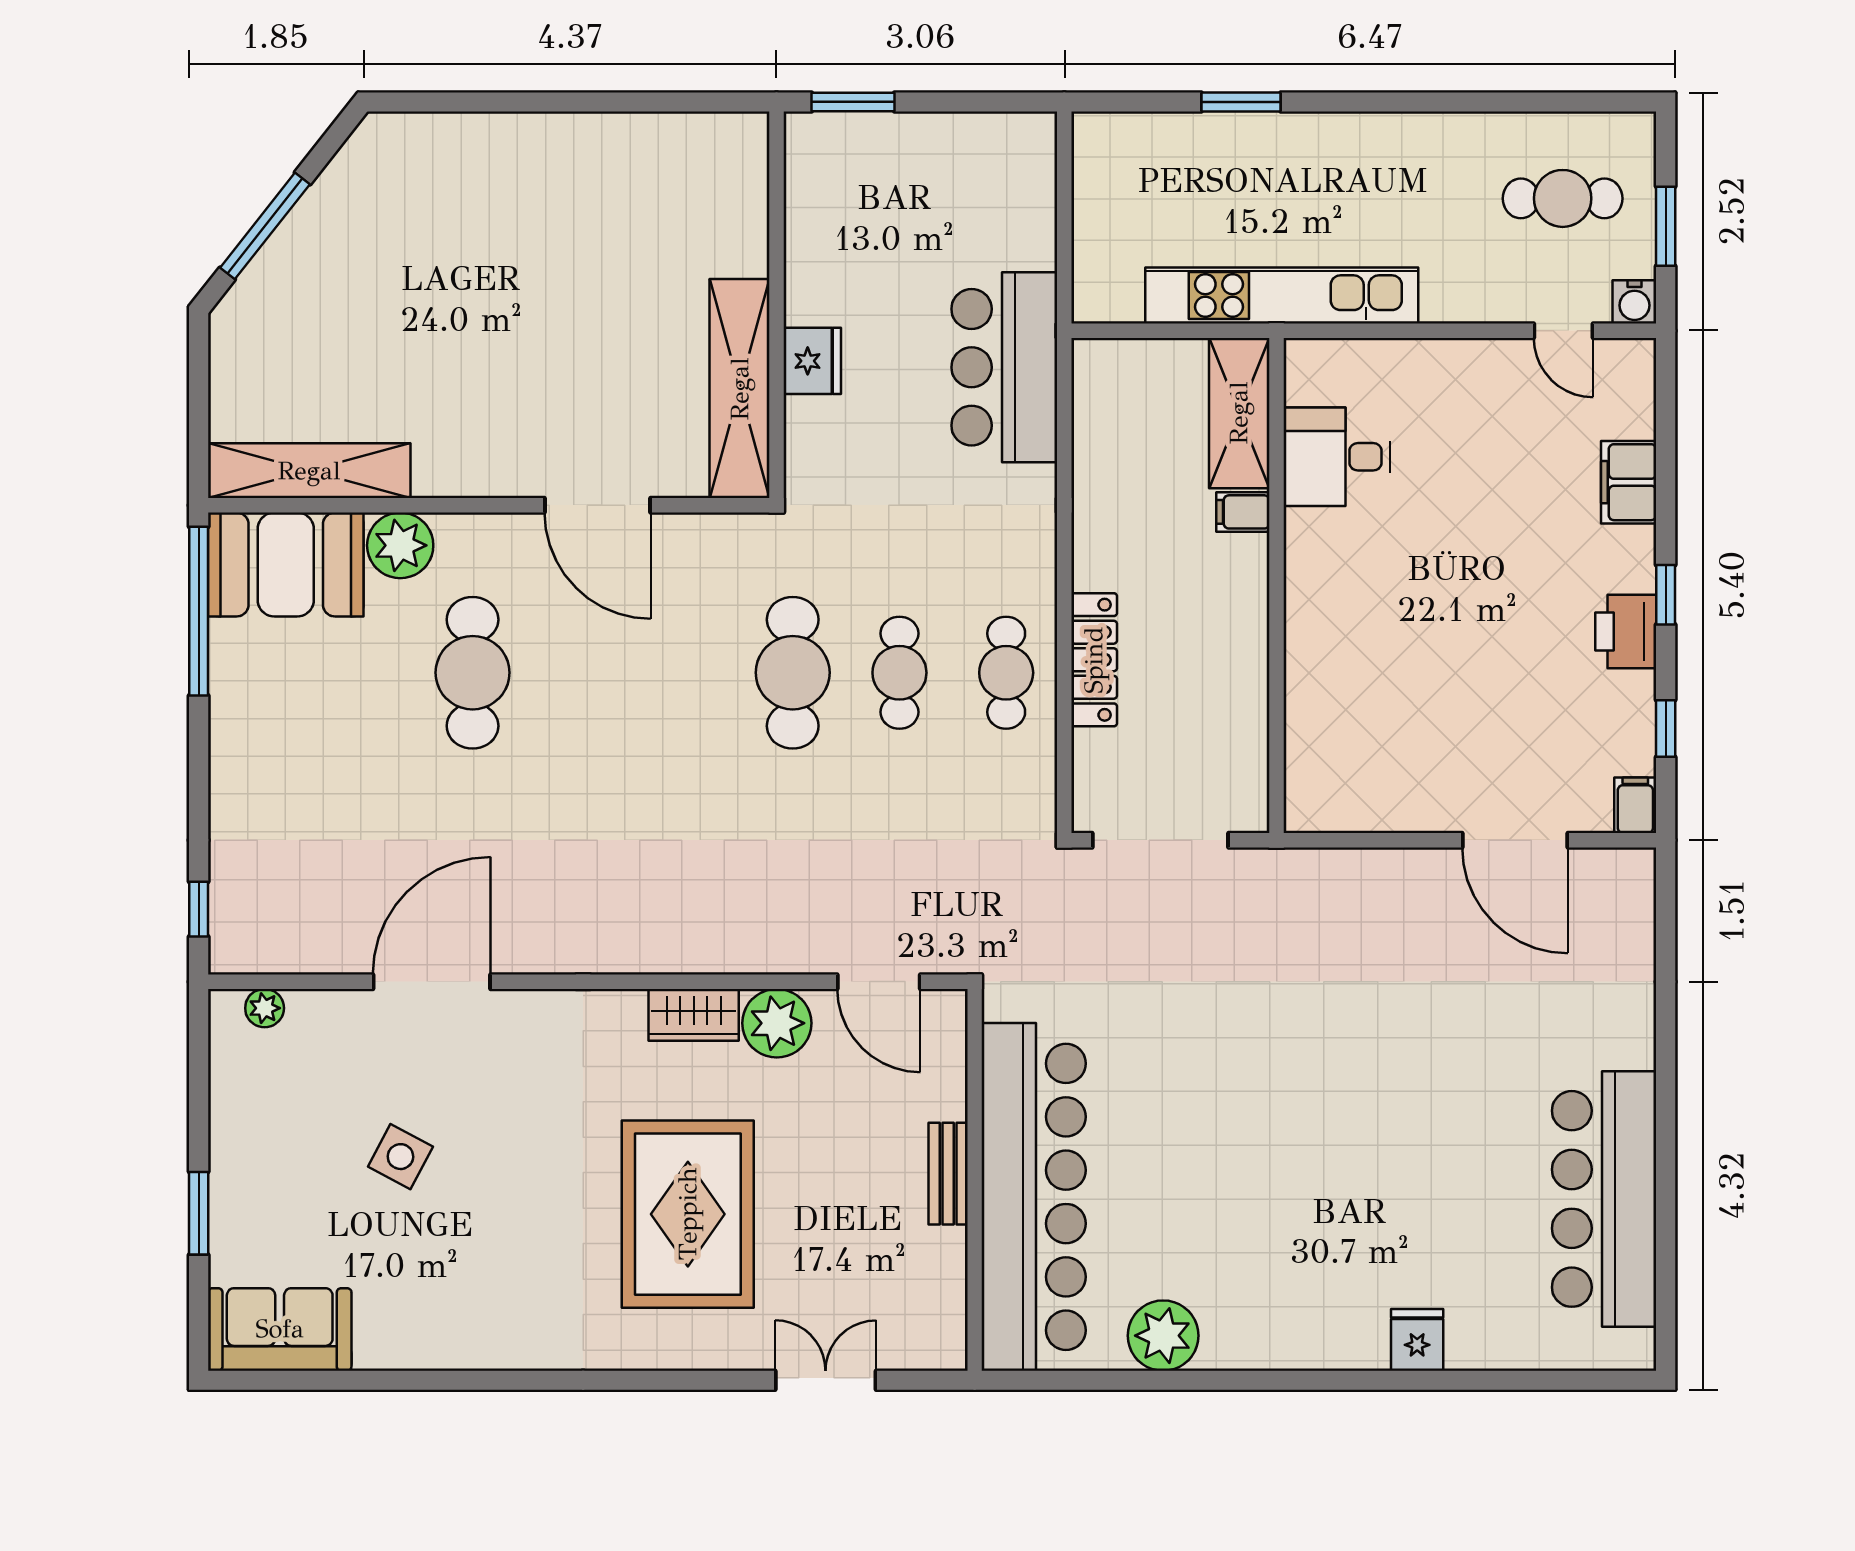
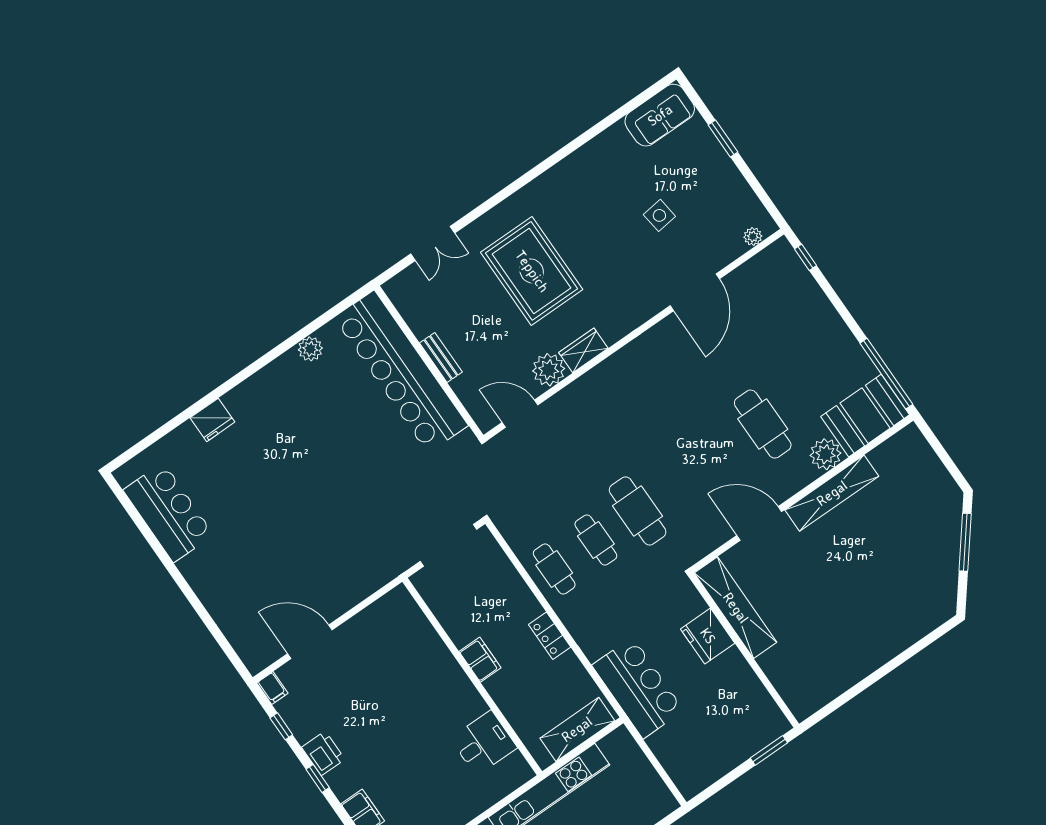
fridge: (812, 361) -> (708, 636), width x1.36, depth x1.34
shelving: (1239, 413) -> (577, 729), moved, turned 90
shelving: (309, 471) -> (832, 493), moved
filing cabinet: (1243, 512) -> (480, 660), moved, width x2.00
locker: (1094, 660) -> (550, 636), moved, width x0.66
side table: (400, 1157) -> (659, 215), turned -35
bar counter: (1604, 1199) -> (168, 512), width x0.73
plant: (1163, 1336) -> (310, 349), width x0.73, depth x0.73
fridge: (1417, 1340) -> (212, 420), width x1.38

